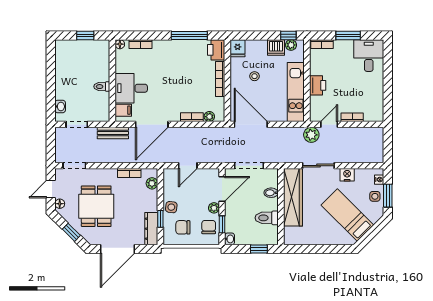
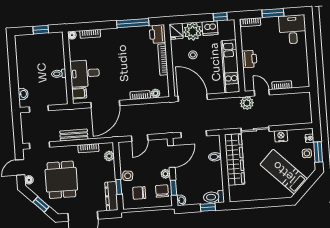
plant: (291, 45) -> (193, 31), moved, width x1.87, depth x1.87
door: (329, 124) -> (262, 93), hinge flipped
bench: (113, 133) -> (74, 135), moved
toilet: (267, 218) -> (214, 197), moved

